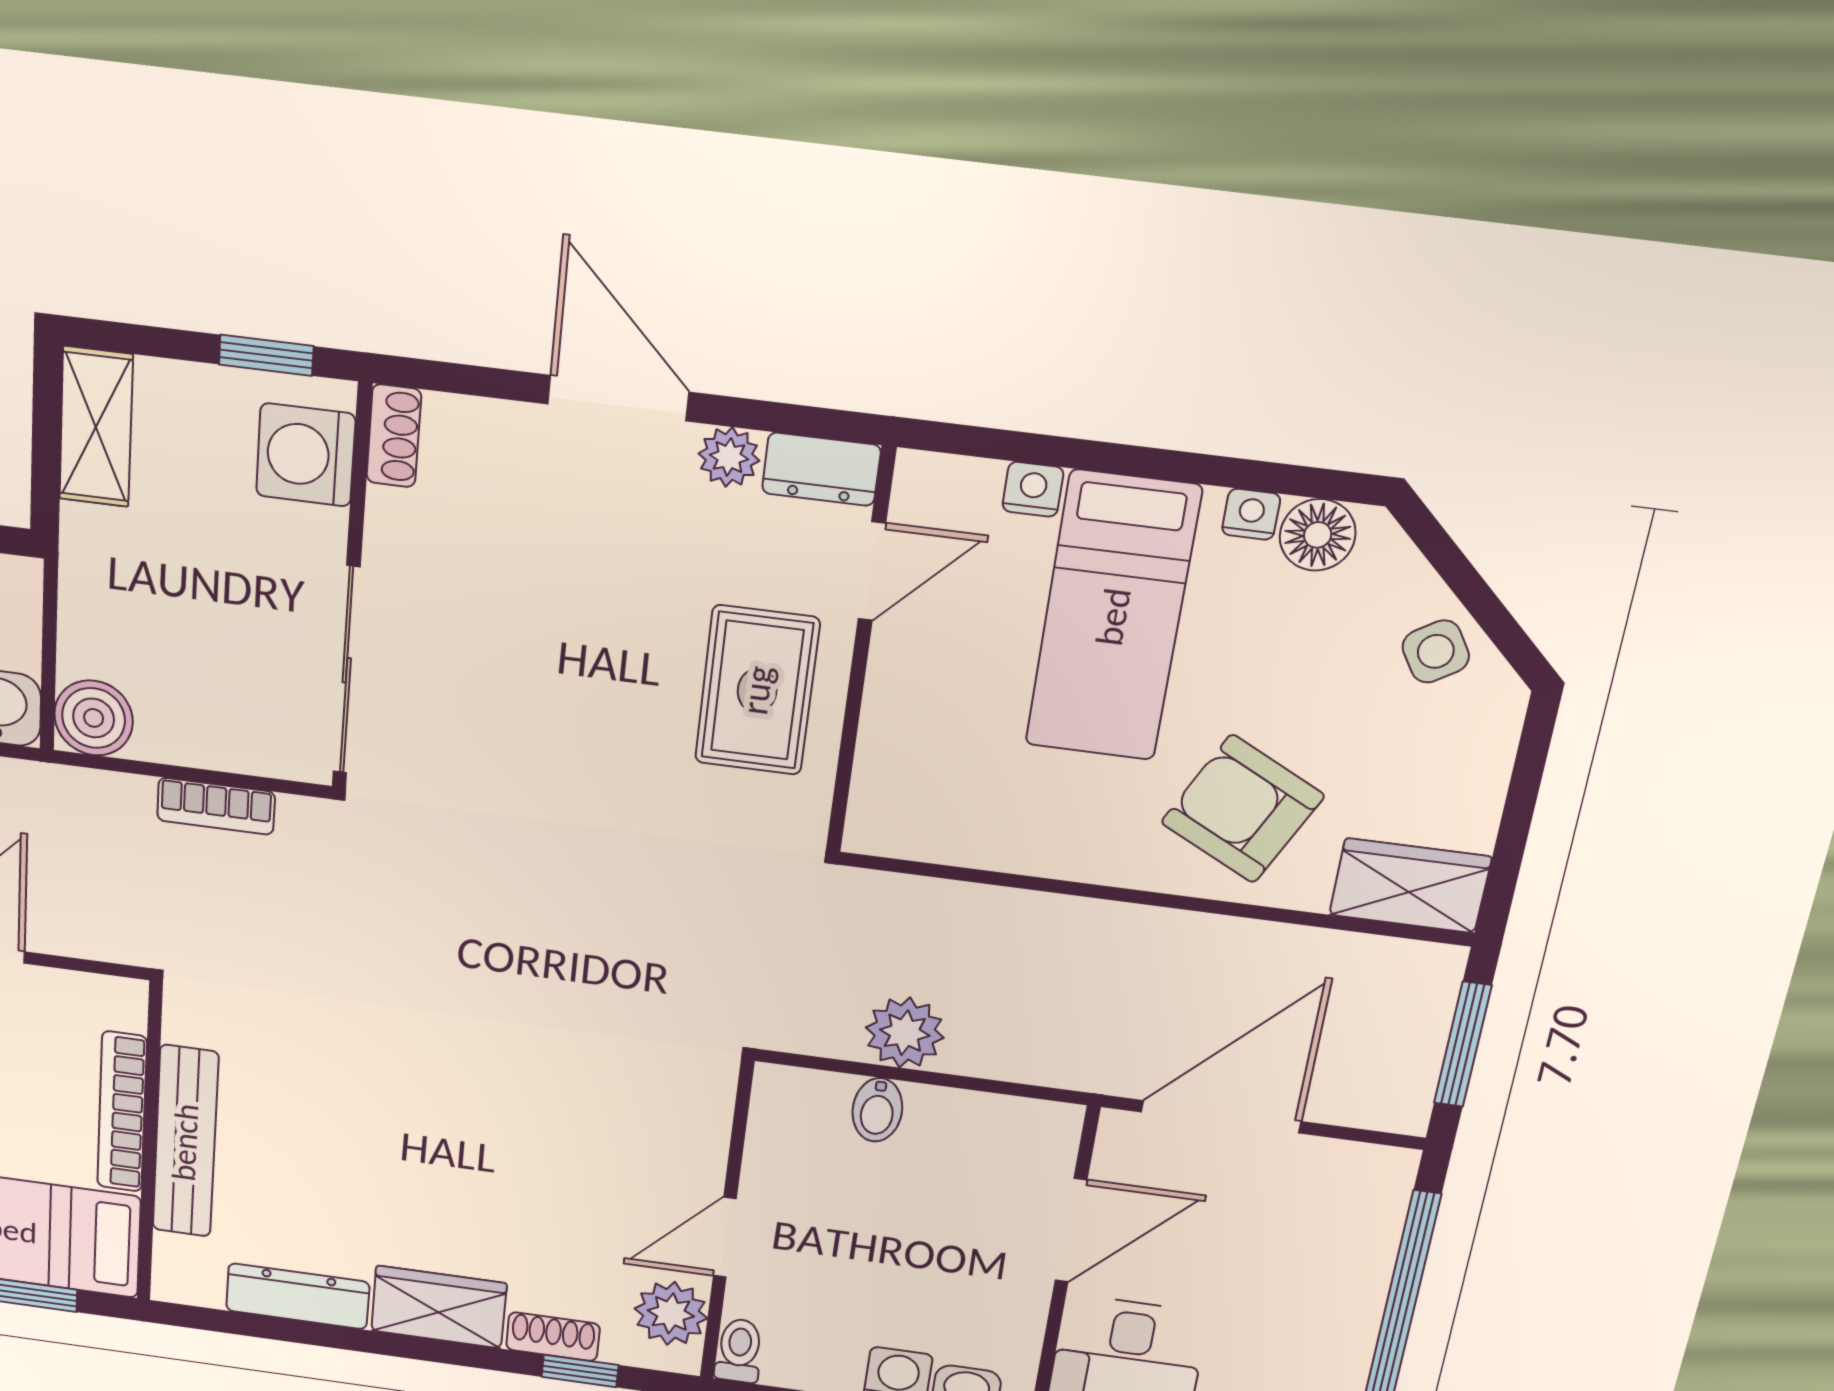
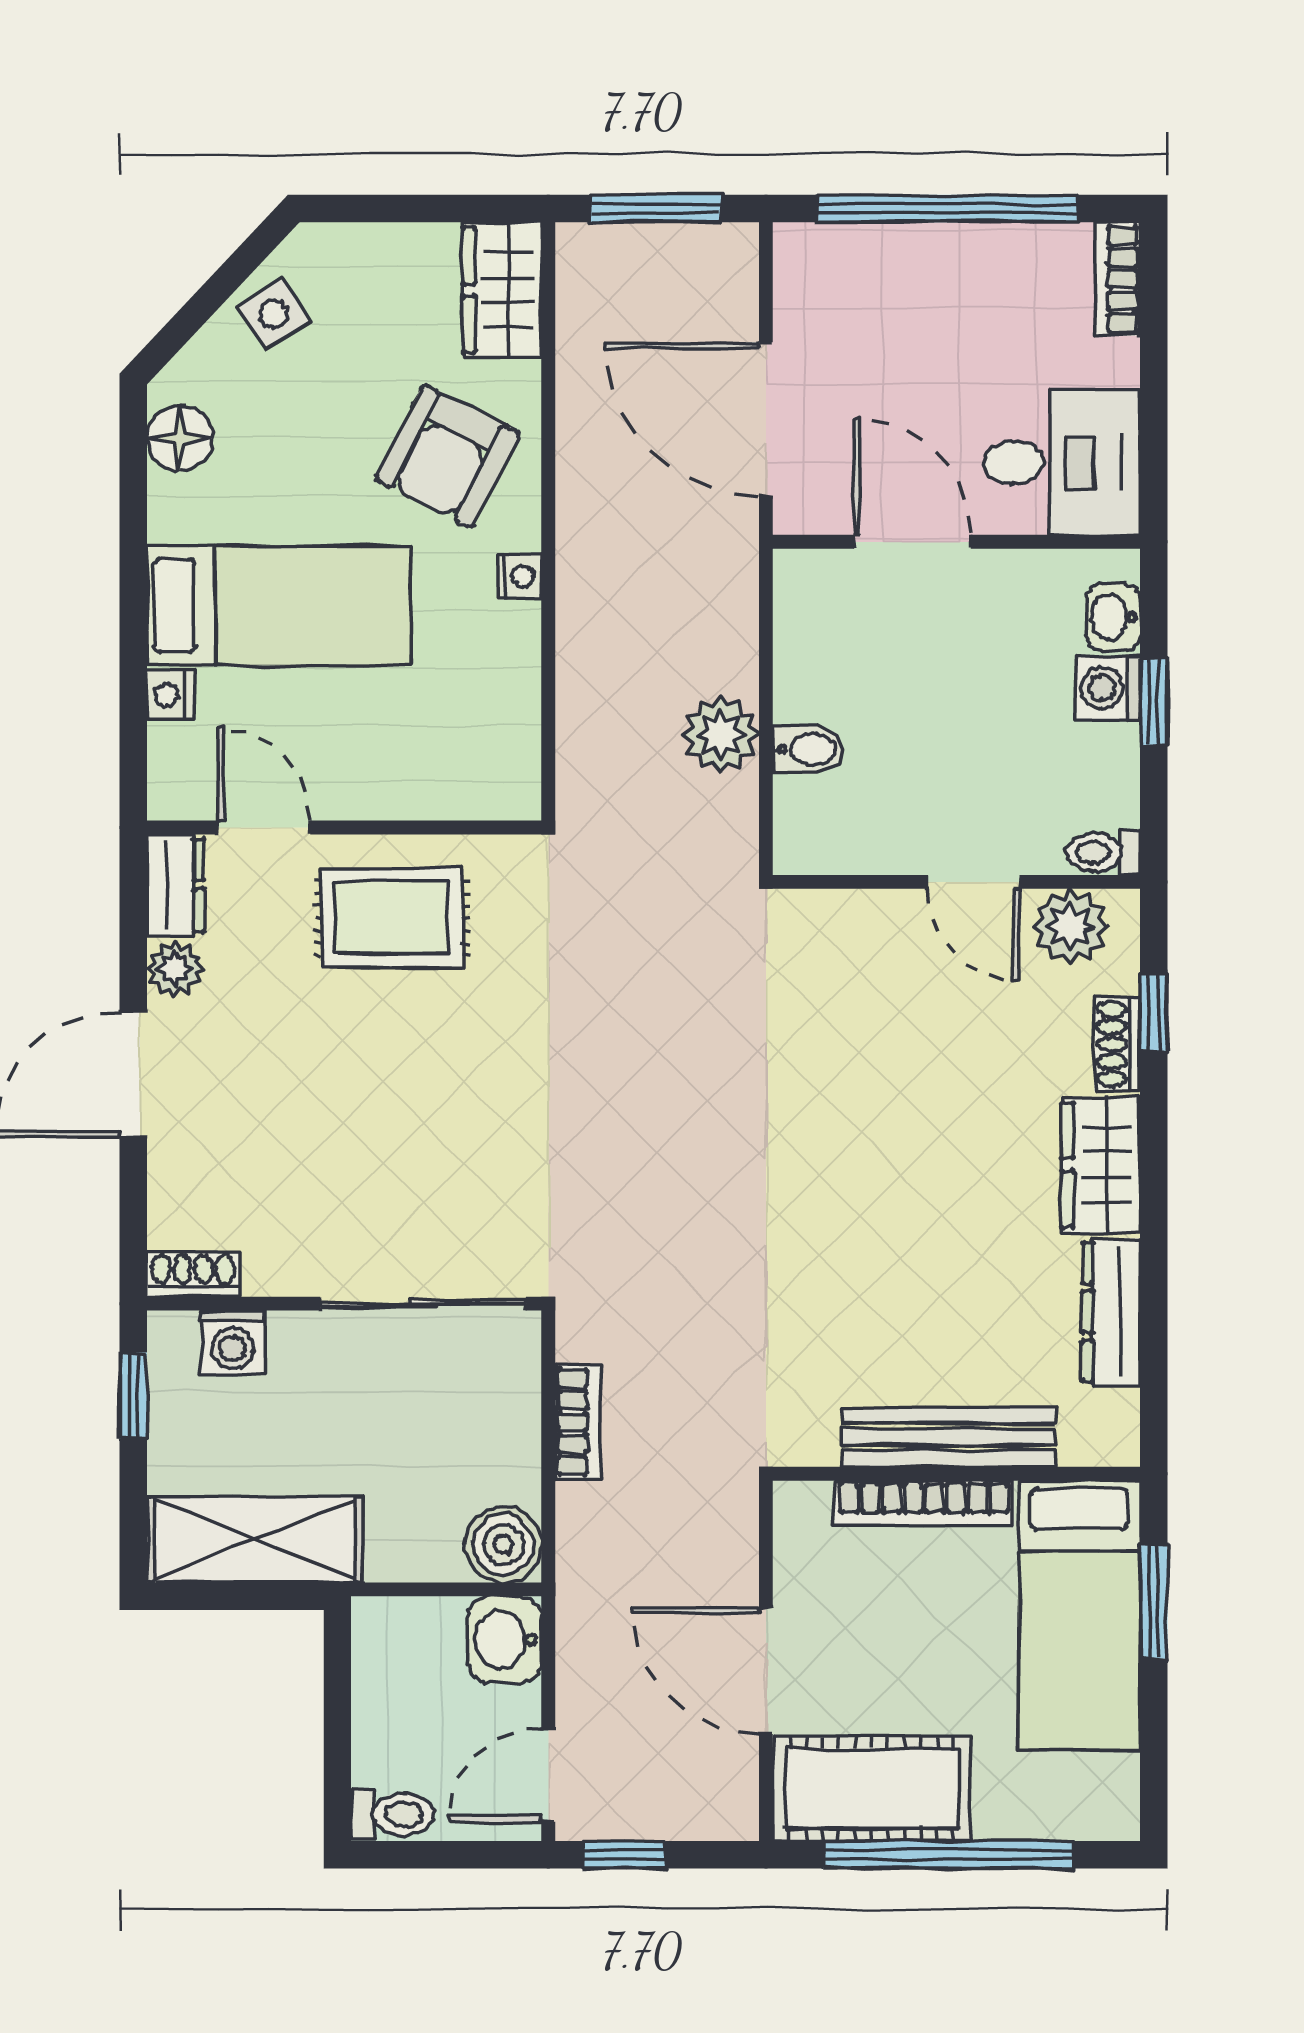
shelving: (96, 427) -> (255, 1539), width x1.50, depth x1.33
washing machine: (306, 455) -> (233, 1342), width x0.73, depth x0.73
nightstand: (1251, 514) -> (520, 576), moved, turned 180

